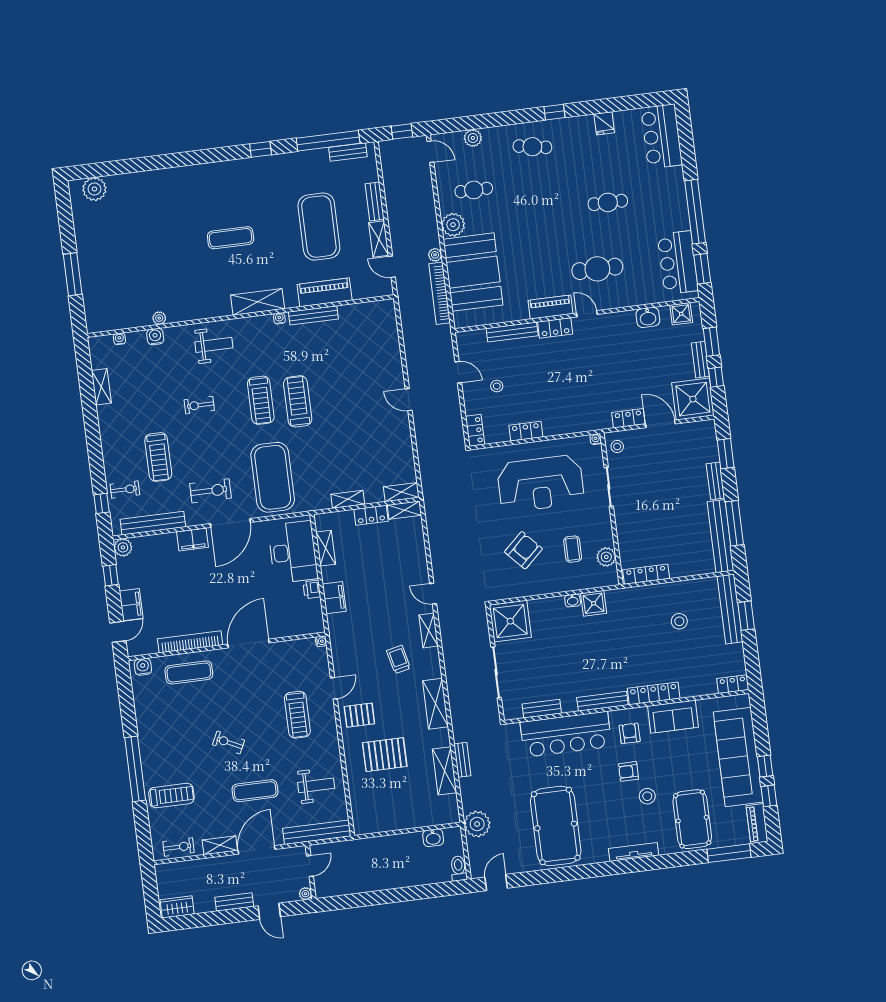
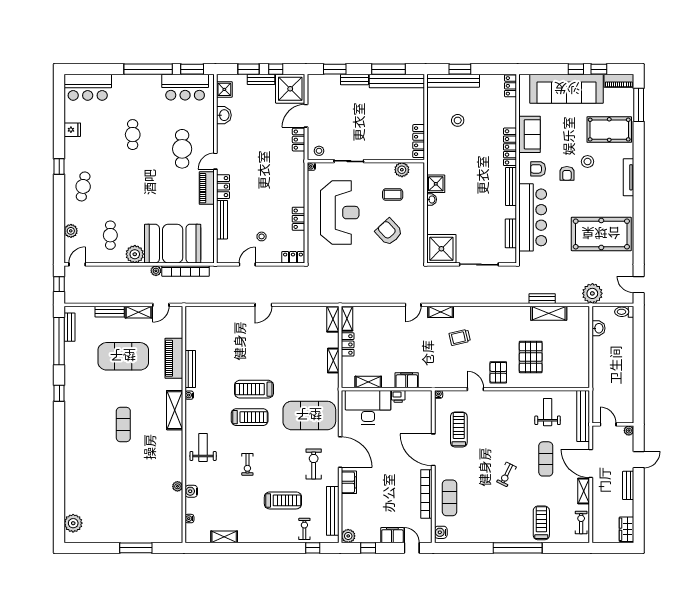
shelving: (435, 704) -> (497, 314), removed
treadmill: (297, 715) -> (459, 429), moved, turned -90

